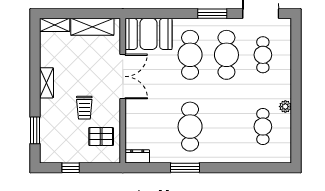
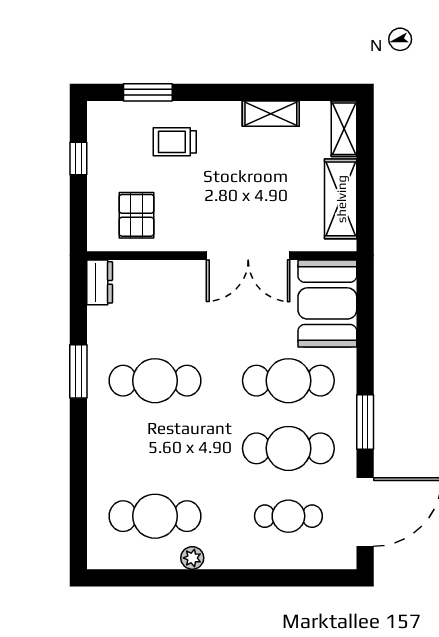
shelving: (46, 83) -> (271, 114), moved
trolley: (84, 108) -> (175, 142), moved
cafe table: (263, 127) -> (155, 516), width x1.37, depth x1.35

